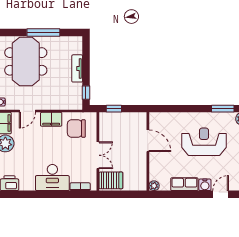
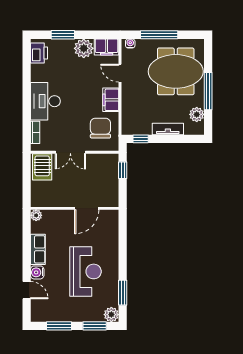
plant: (64, 43) -> (197, 114), added

